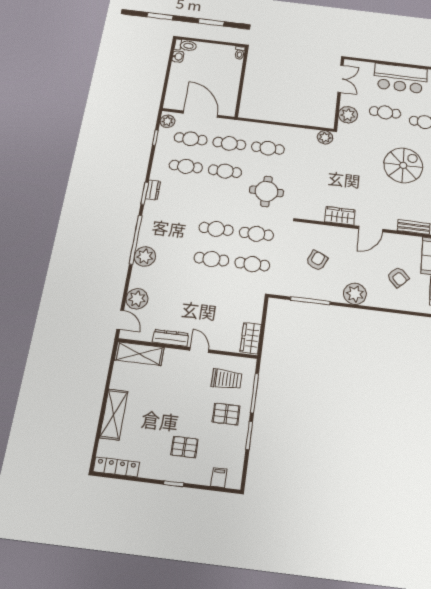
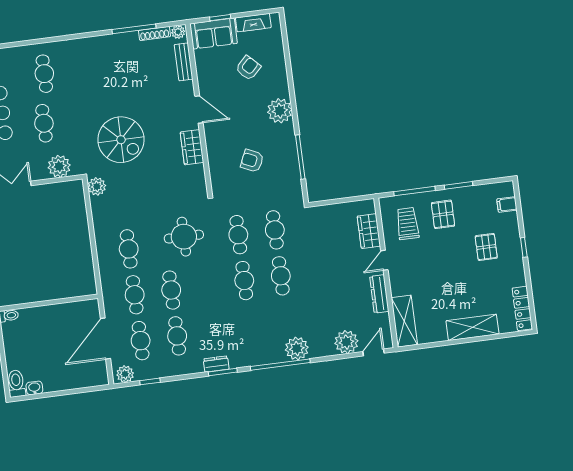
spiral stairs: (403, 165) -> (121, 140), moved, turned 180
wardrobe: (251, 338) -> (369, 231), moved, turned 90

